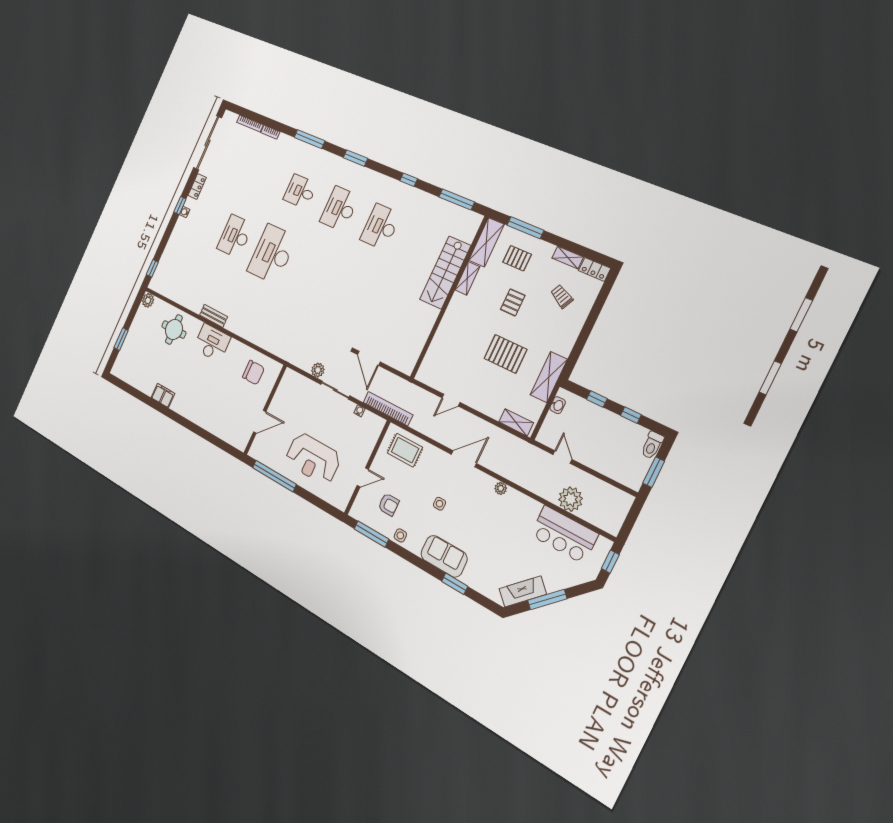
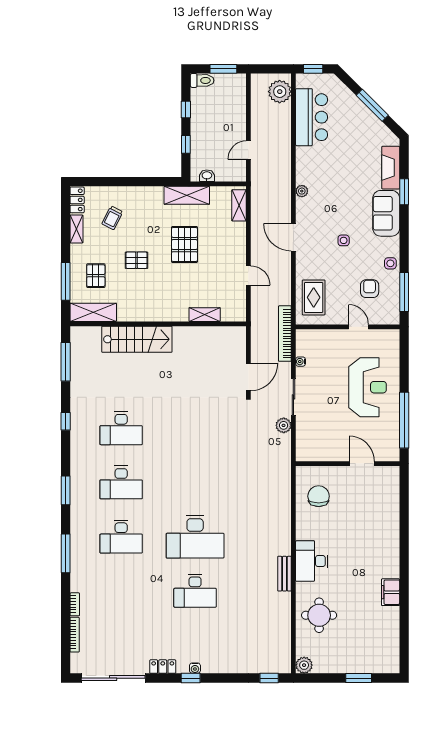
desk: (300, 191) -> (121, 537), width x1.37
shelving: (467, 278) -> (205, 315), moved
plant: (571, 499) -> (280, 92), moved
fireplace: (523, 591) -> (391, 168), moved, turned 45

